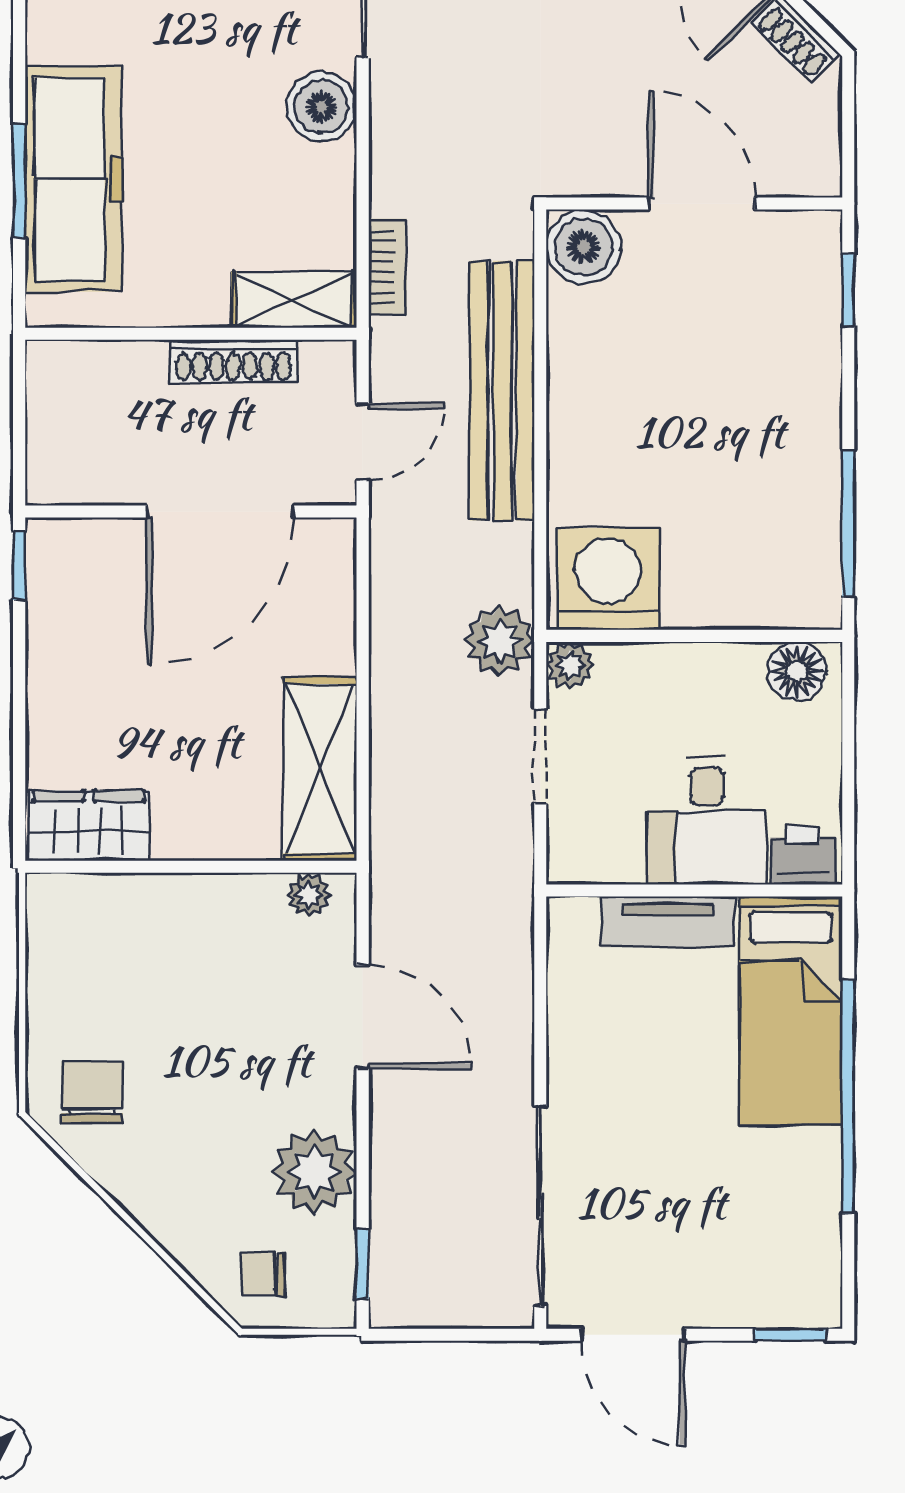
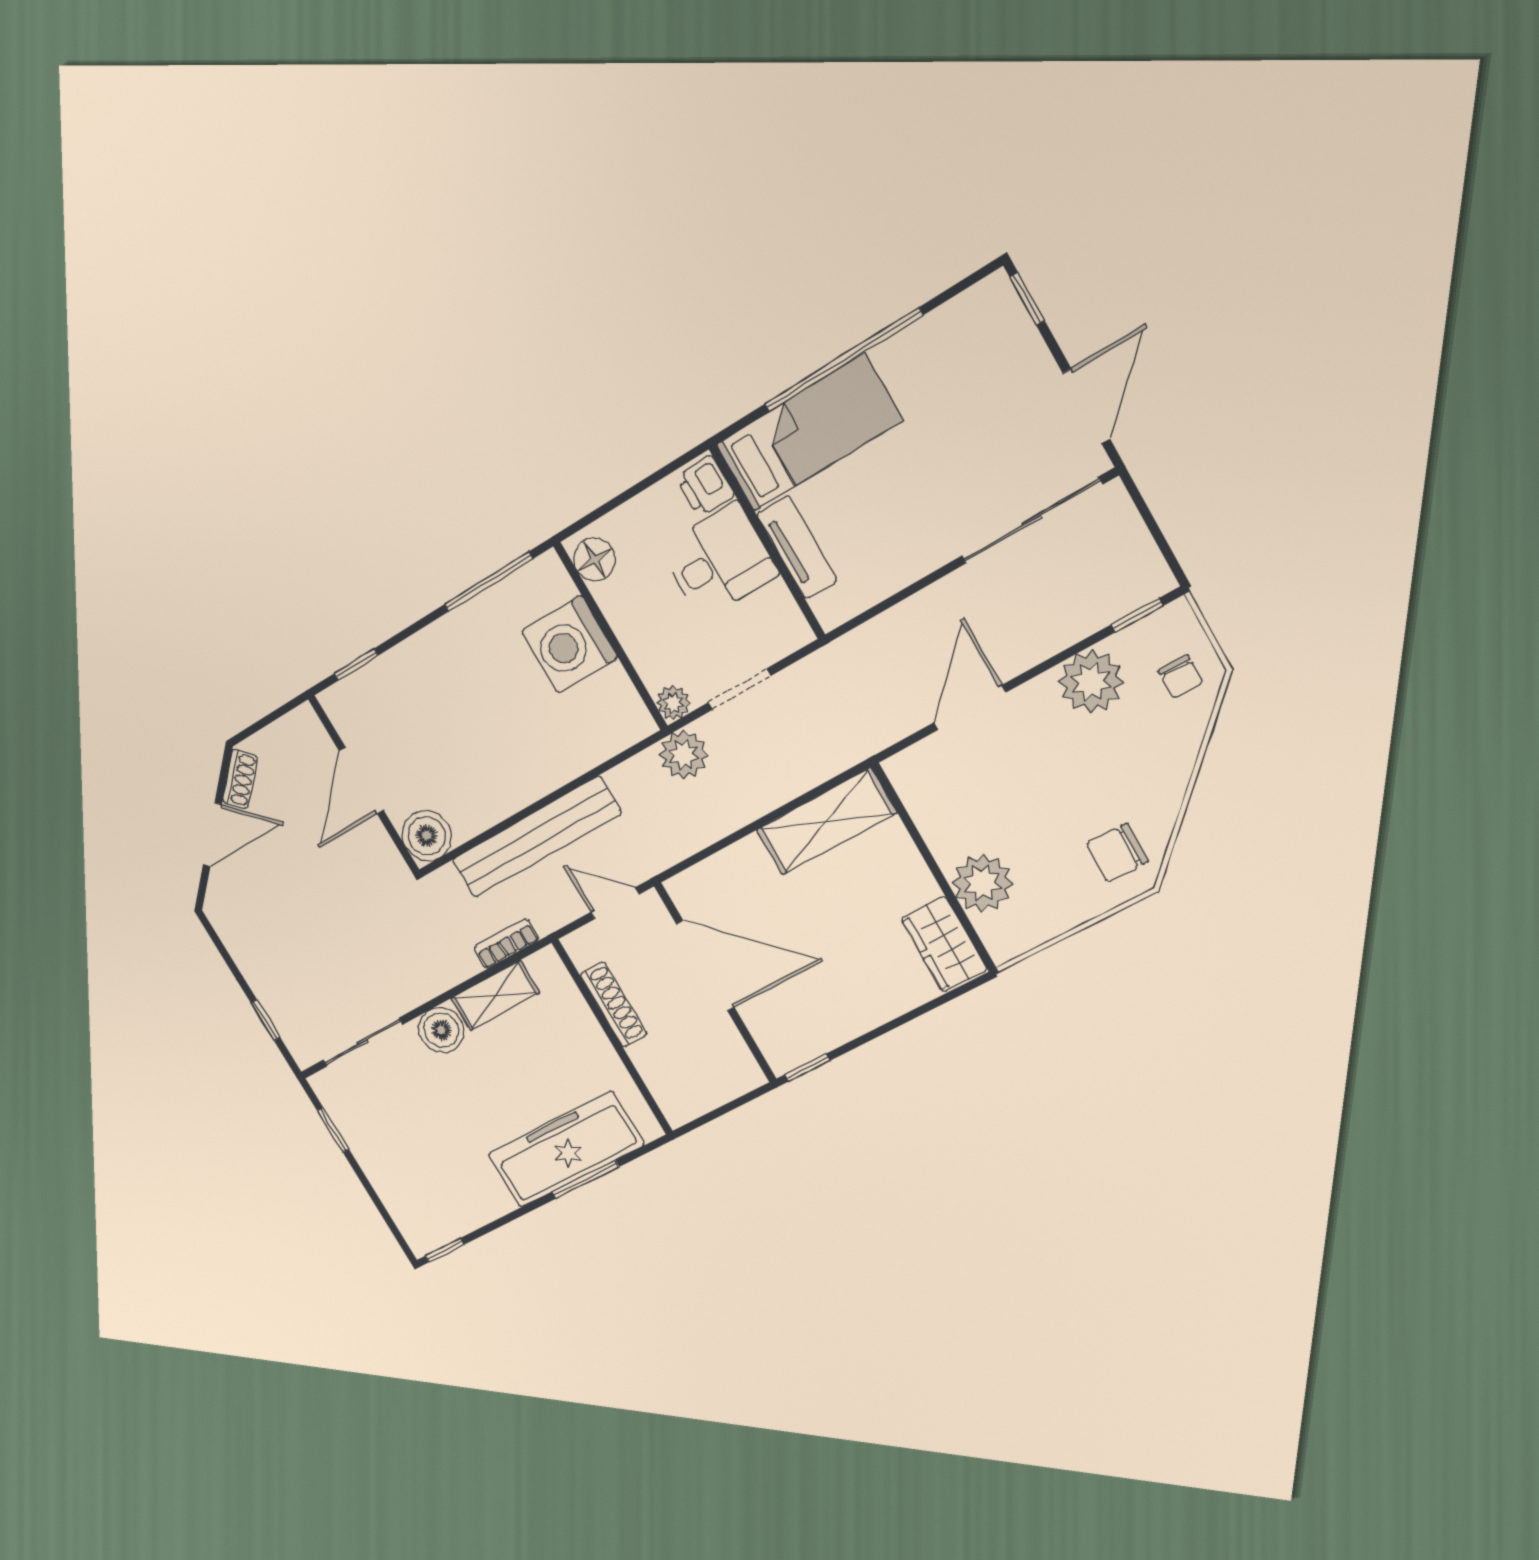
shelving: (294, 300) -> (495, 995), moved, turned 90
washing machine: (608, 579) -> (570, 644), moved
plant: (309, 895) -> (982, 883), moved, width x1.88, depth x1.88

